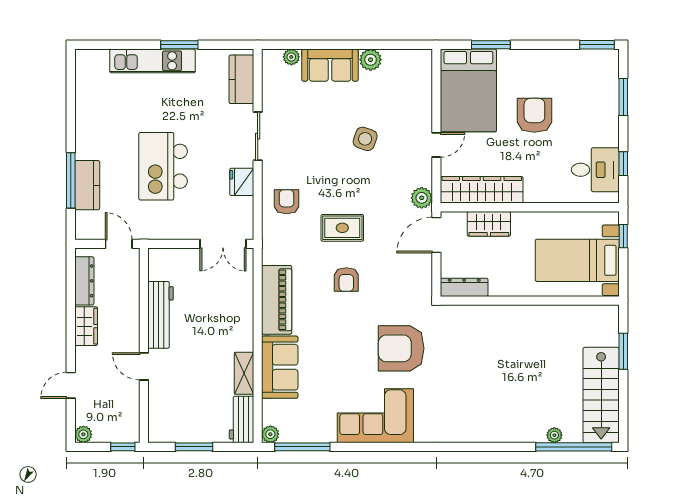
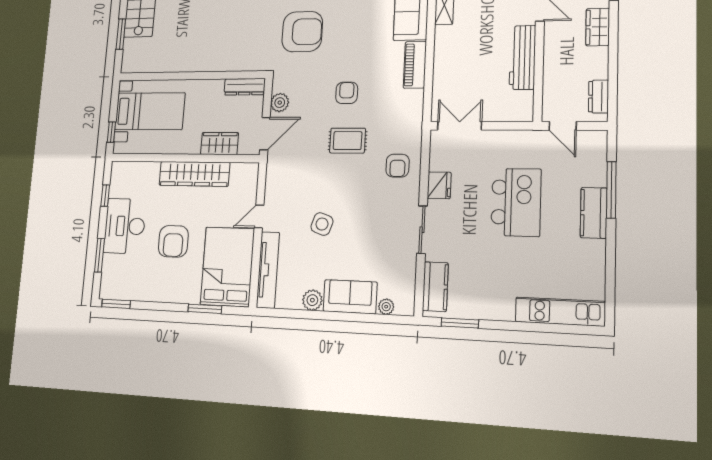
window: (179, 45) -> (460, 323), moved
kitchen unit: (152, 61) -> (560, 312), moved
tv unit: (422, 89) -> (268, 270), added
desk: (595, 170) -> (125, 226), moved, width x1.37
kitchen counter: (87, 185) -> (594, 213), moved
wardrobe: (482, 190) -> (194, 174), moved
plant: (422, 198) -> (280, 103), moved
dresser: (84, 281) -> (598, 97), width x0.70
piano: (277, 300) -> (415, 65), width x0.73, depth x0.75
wardrobe: (86, 326) -> (598, 27), moved

